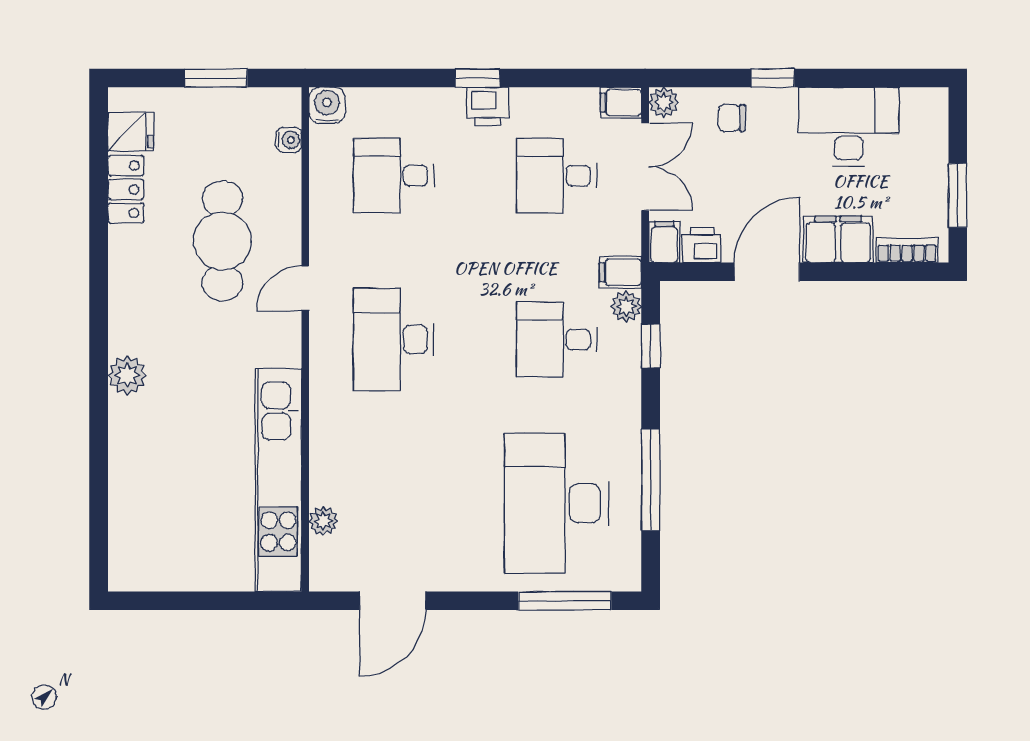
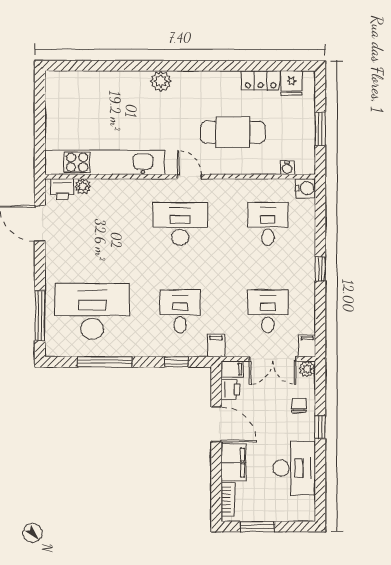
printer: (488, 106) -> (62, 189), moved, turned -90
door: (305, 289) -> (189, 177), moved
plant: (626, 306) -> (198, 349), removed

